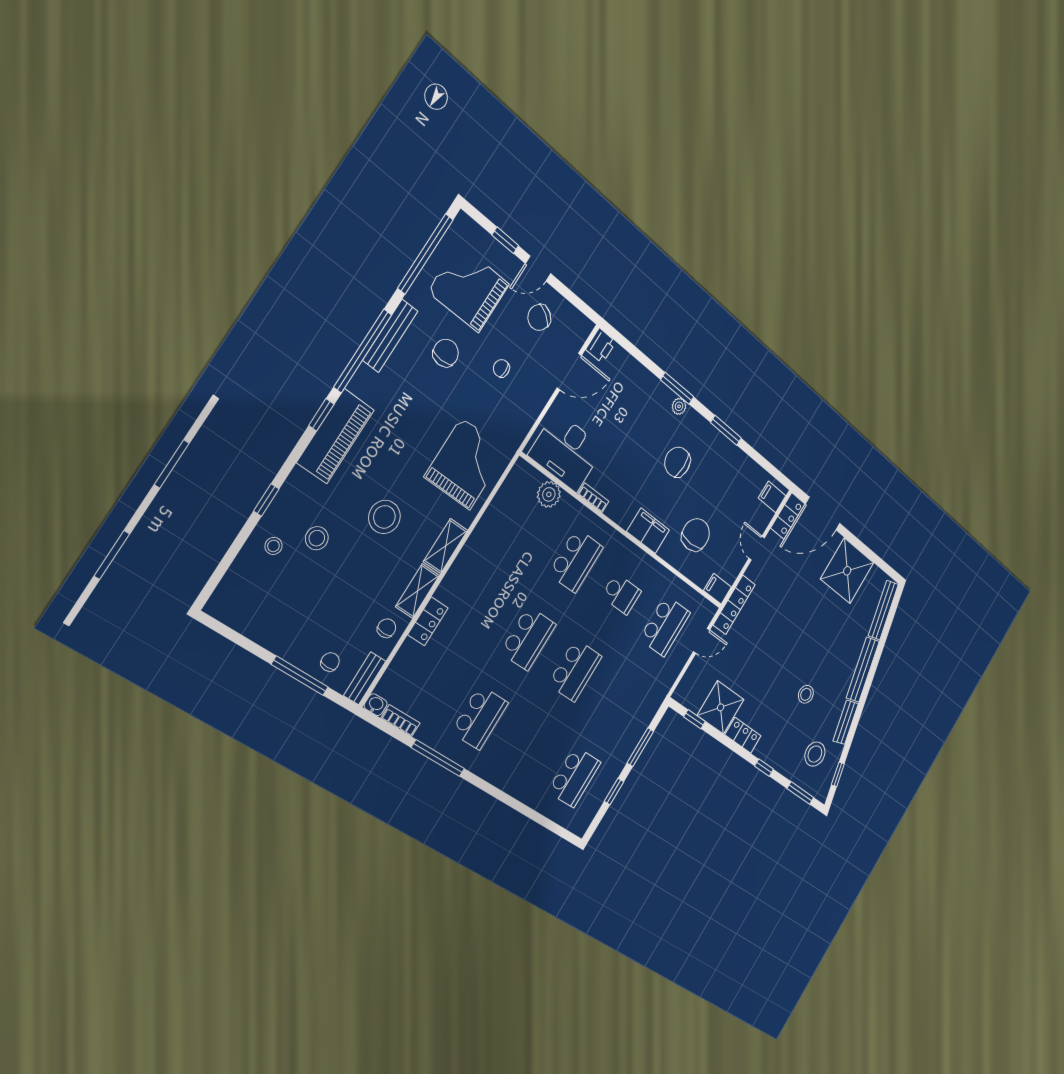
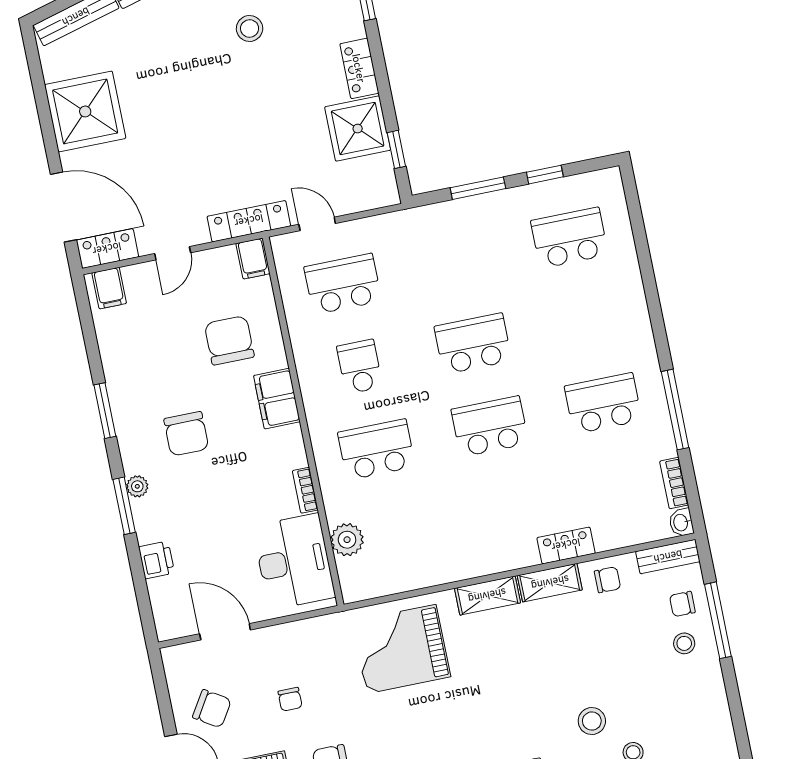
printer: (601, 346) -> (157, 560), moved, turned 90
stool: (384, 517) -> (684, 643), moved, width x0.53, depth x0.53
chair: (696, 535) -> (229, 340), turned 90
chair: (387, 628) -> (607, 580), turned 180

